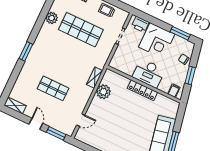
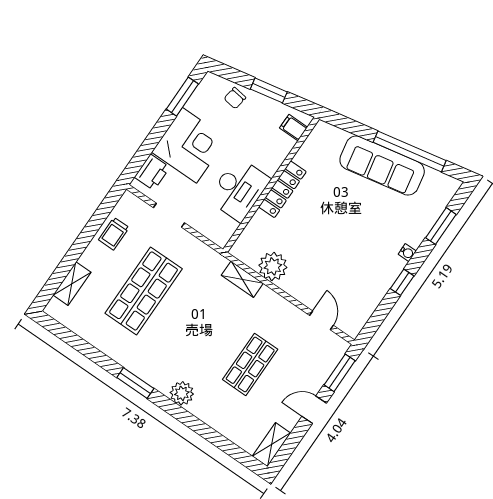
plant: (52, 18) -> (182, 393), moved
window: (26, 51) -> (135, 383), moved
desk: (149, 73) -> (239, 189), moved

